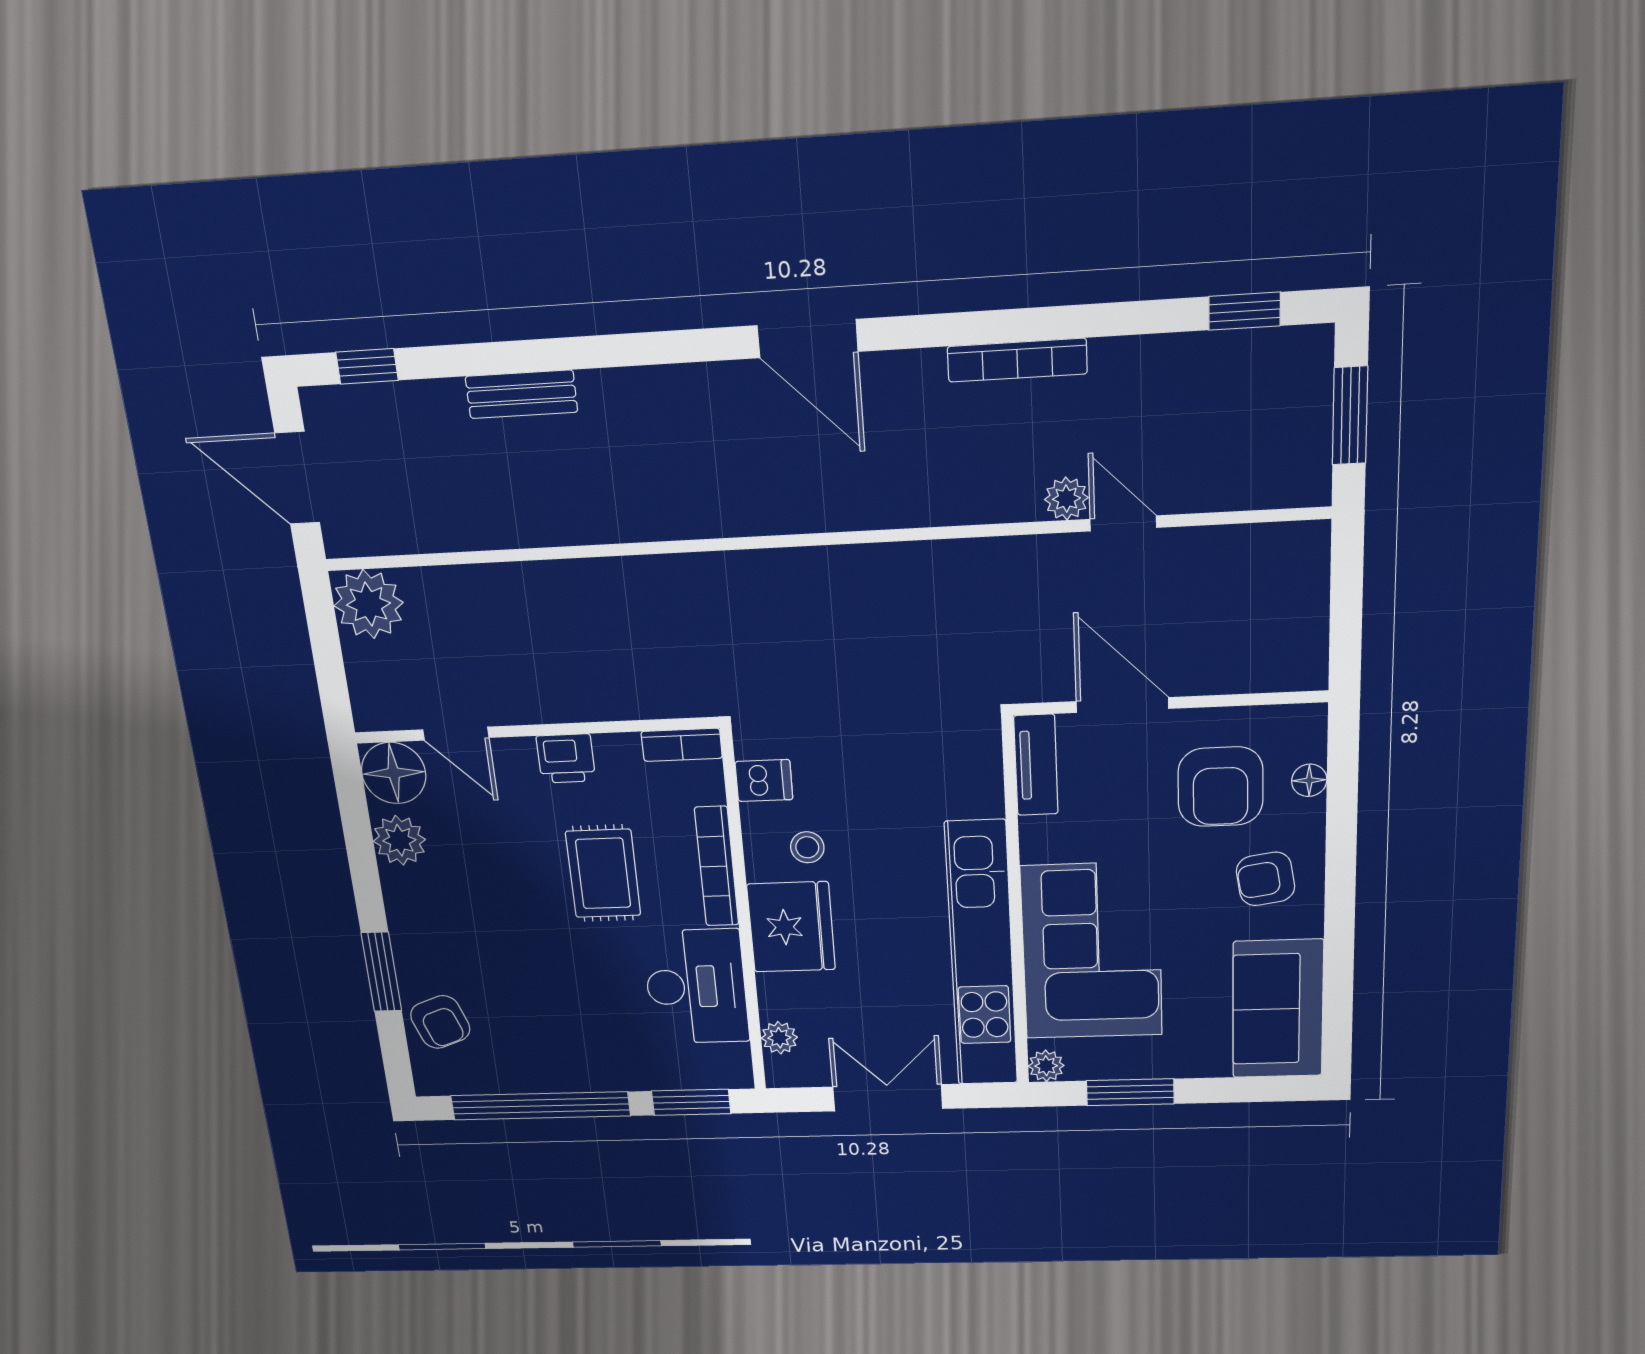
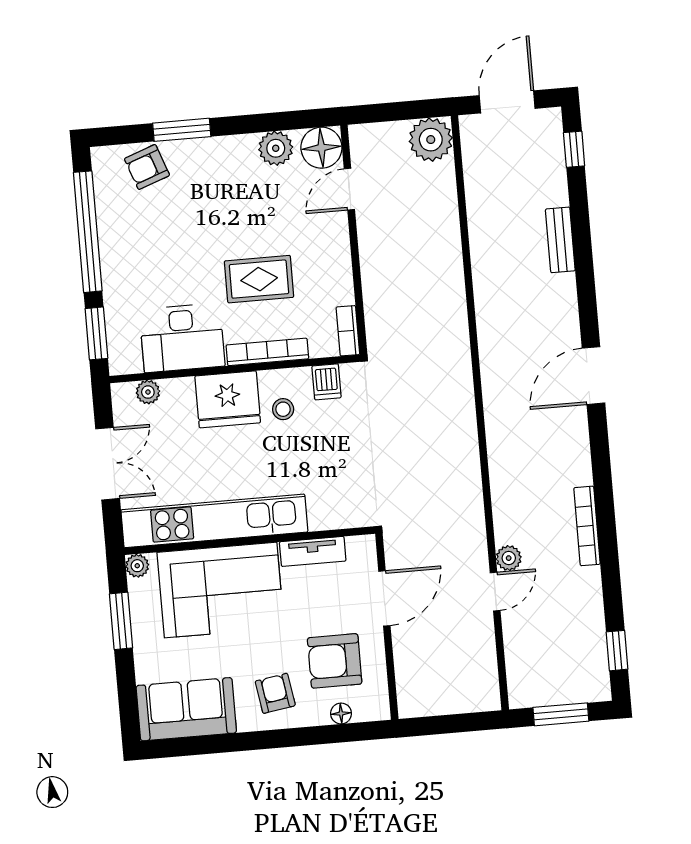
door: (808, 339) -> (593, 376), moved
printer: (566, 758) -> (336, 258), removed
tv unit: (1036, 765) -> (313, 551), moved

